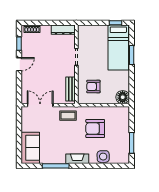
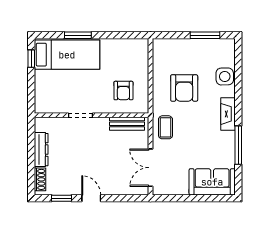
dresser: (63, 30) -> (41, 150), moved
floor lamp: (123, 97) -> (139, 48), removed

